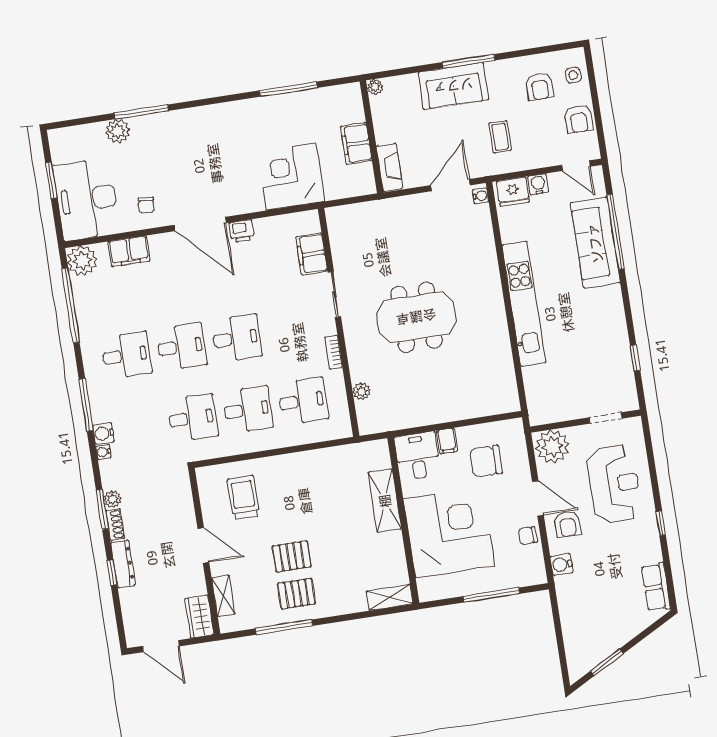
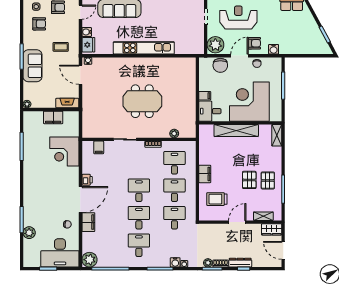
filing cabinet: (129, 251) -> (88, 222), moved
filing cabinet: (312, 254) -> (99, 147), width x0.50
meeting table: (416, 317) -> (142, 101), turned 90
chair: (486, 461) -> (220, 65), moved
filing cabinet: (290, 465) -> (205, 174), added
shelving: (385, 501) -> (236, 130), width x1.47
door: (161, 646) -> (283, 250), swing flipped

